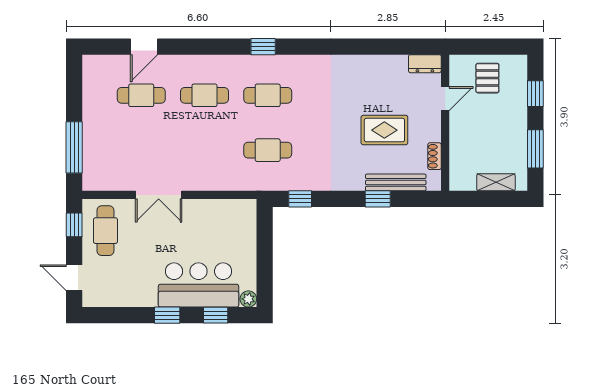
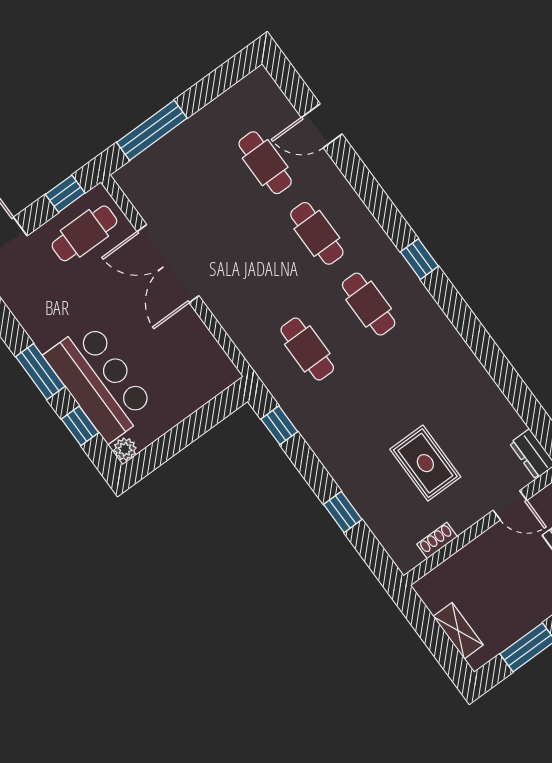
bench: (396, 182) -> (376, 519), removed
double door: (159, 195) -> (168, 264), width x1.37
window: (167, 315) -> (40, 372), width x1.50

